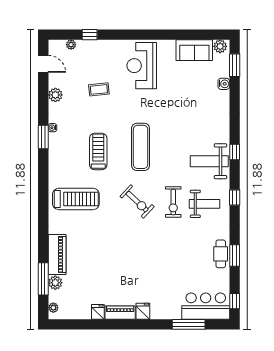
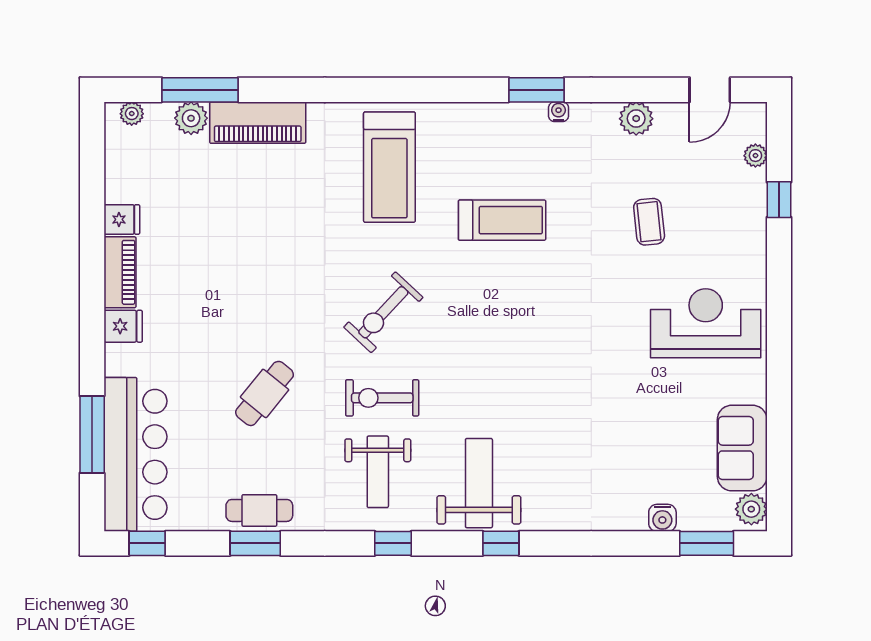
exercise mat: (141, 147) -> (513, 320), removed
cafe table: (171, 252) -> (265, 393), added
bar counter: (206, 306) -> (135, 454), width x1.36

